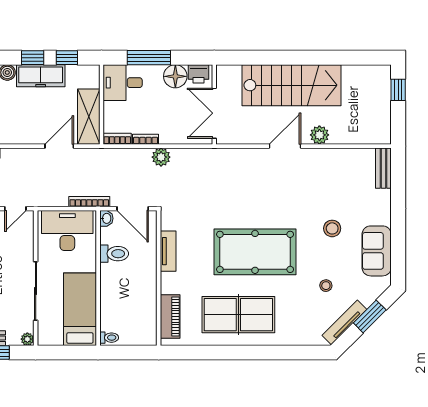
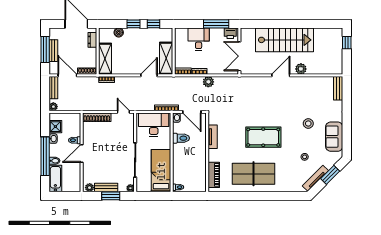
window: (149, 58) -> (216, 24), moved
freezer: (41, 76) -> (138, 34), removed
floor lamp: (175, 76) -> (217, 35), removed
desk: (123, 83) -> (199, 39), moved, turned 90
door: (15, 209) -> (123, 112), swing flipped
pool table: (255, 252) -> (263, 137), width x0.73, depth x0.76

